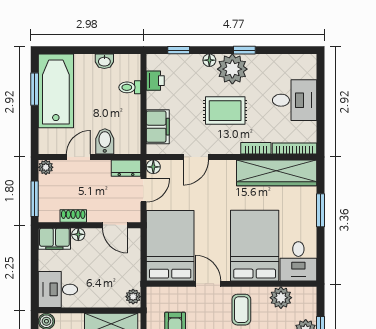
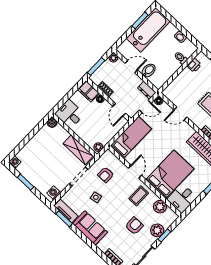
filing cabinet: (158, 127) -> (177, 86), removed
bed: (170, 246) -> (131, 137), width x0.67

